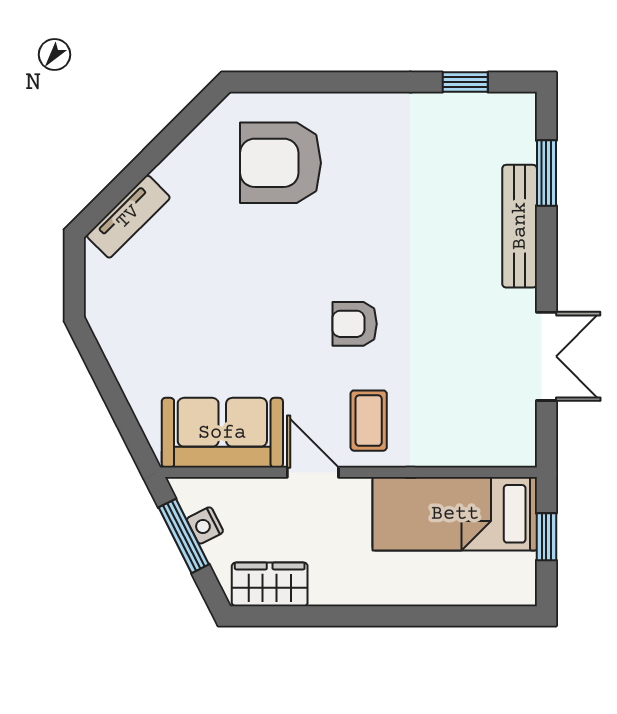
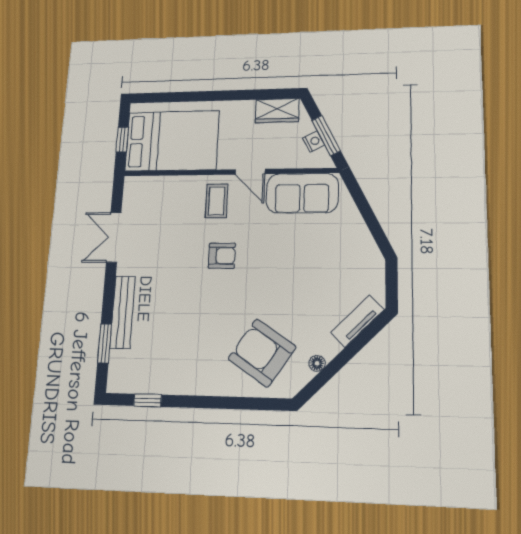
floor lamp: (191, 148) -> (317, 363), added
armchair: (281, 163) -> (262, 353), turned -146
bed: (455, 514) -> (172, 141), width x1.50

